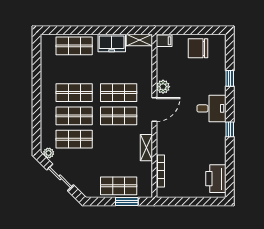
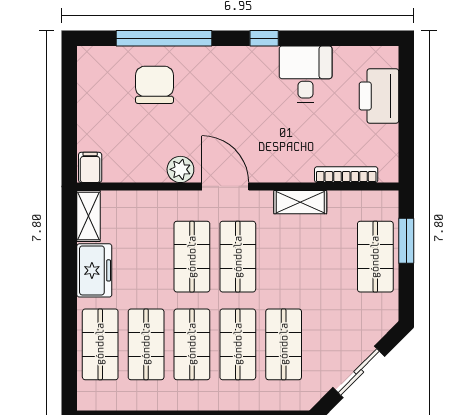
chair: (198, 48) -> (155, 85), moved, turned 180
shop shelf: (74, 69) -> (146, 344), added
window: (230, 78) -> (164, 38), width x3.17
desk: (211, 108) -> (306, 74), moved
plant: (49, 153) -> (311, 395), removed
printer: (216, 179) -> (379, 96), moved, turned 90

